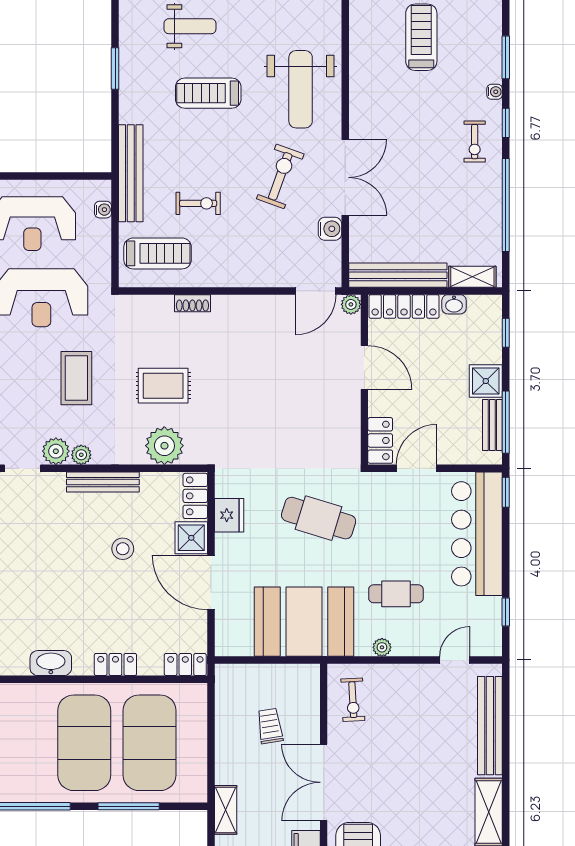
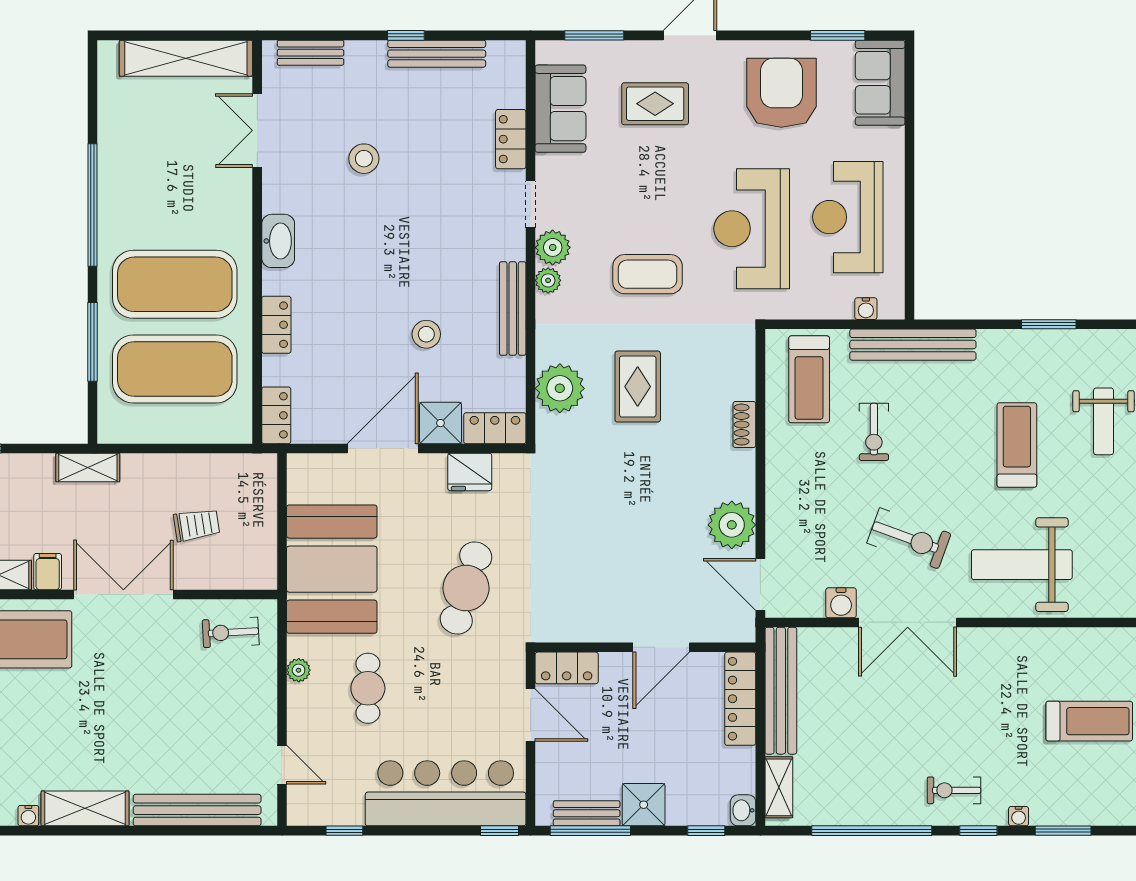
plant: (351, 304) -> (732, 525), moved, width x1.88, depth x1.88
washbasin: (454, 304) -> (743, 810), moved

